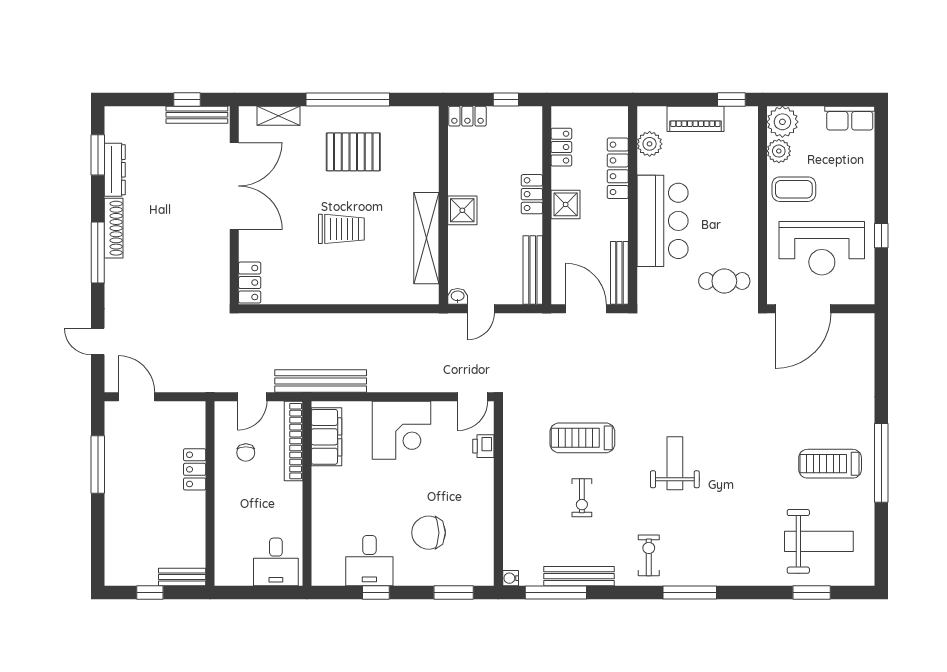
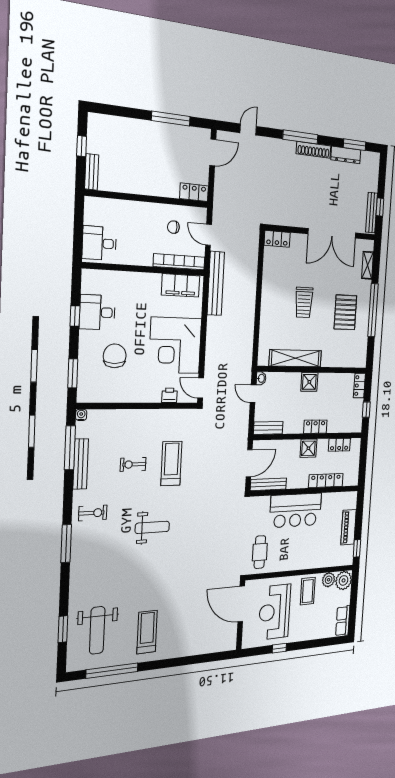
plant: (650, 144) -> (337, 500), removed
bench: (533, 270) -> (268, 428), width x0.73
corner desk: (401, 430) -> (175, 345), width x1.36, depth x1.36
window: (881, 463) -> (112, 671), moved
locker: (195, 469) -> (194, 192), moved

